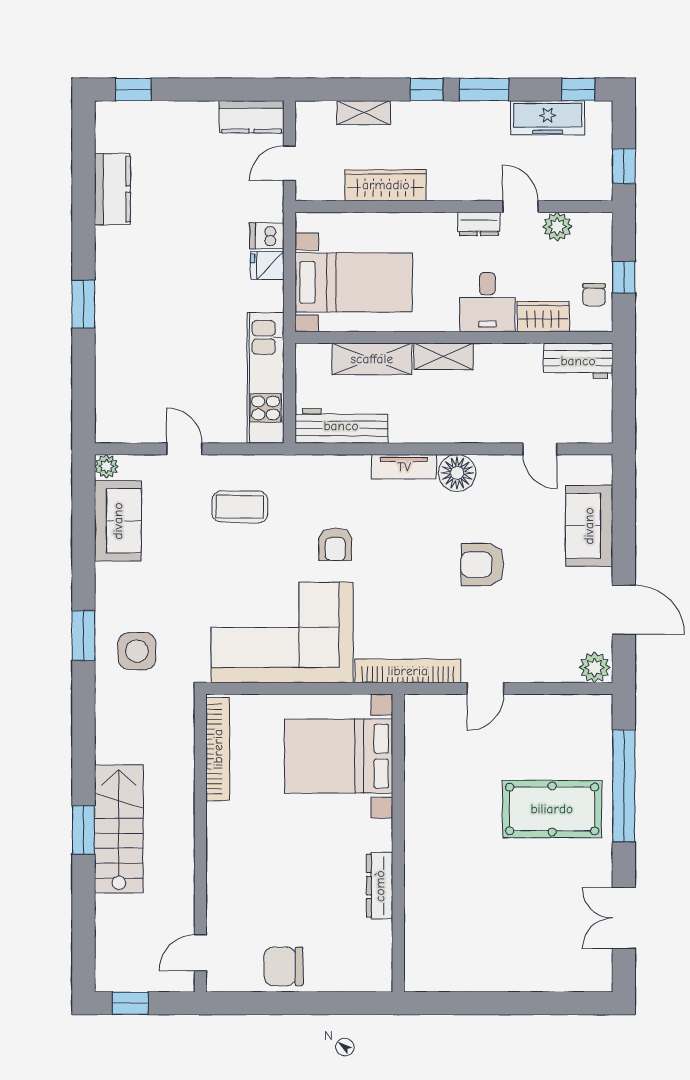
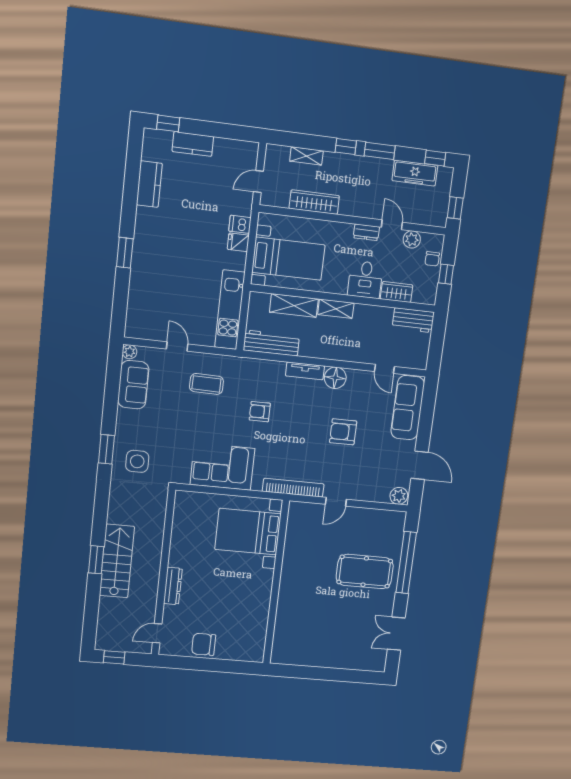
kitchen counter: (252, 117) -> (193, 144), moved
chair: (594, 295) -> (432, 259), moved
sofa: (589, 526) -> (408, 408), width x1.36
armchair: (335, 544) -> (260, 412), turned 90
corner sofa: (282, 632) -> (222, 467), width x0.73, depth x0.74
bookcase: (218, 749) -> (179, 521), removed
dresser: (380, 886) -> (173, 586), moved, turned 180

